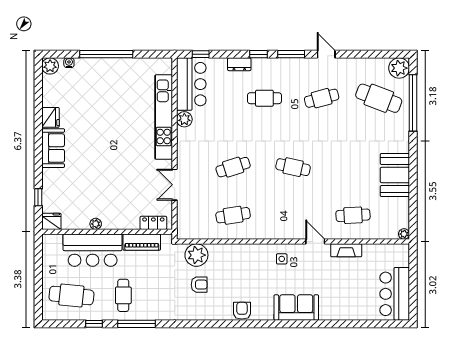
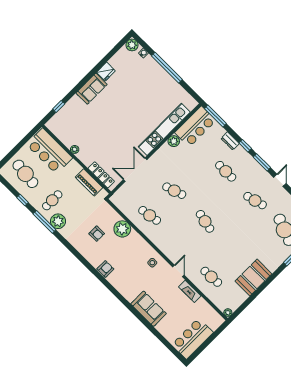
window: (201, 54) -> (215, 116), width x2.17
double door: (175, 185) -> (135, 170), width x1.37
fridge: (51, 221) -> (53, 125), removed
locker: (153, 223) -> (101, 175), width x1.53
bar counter: (93, 250) -> (49, 151), moved
plant: (196, 255) -> (122, 229), moved
sofa: (296, 308) -> (148, 309), moved
plant: (149, 310) -> (58, 221), added

